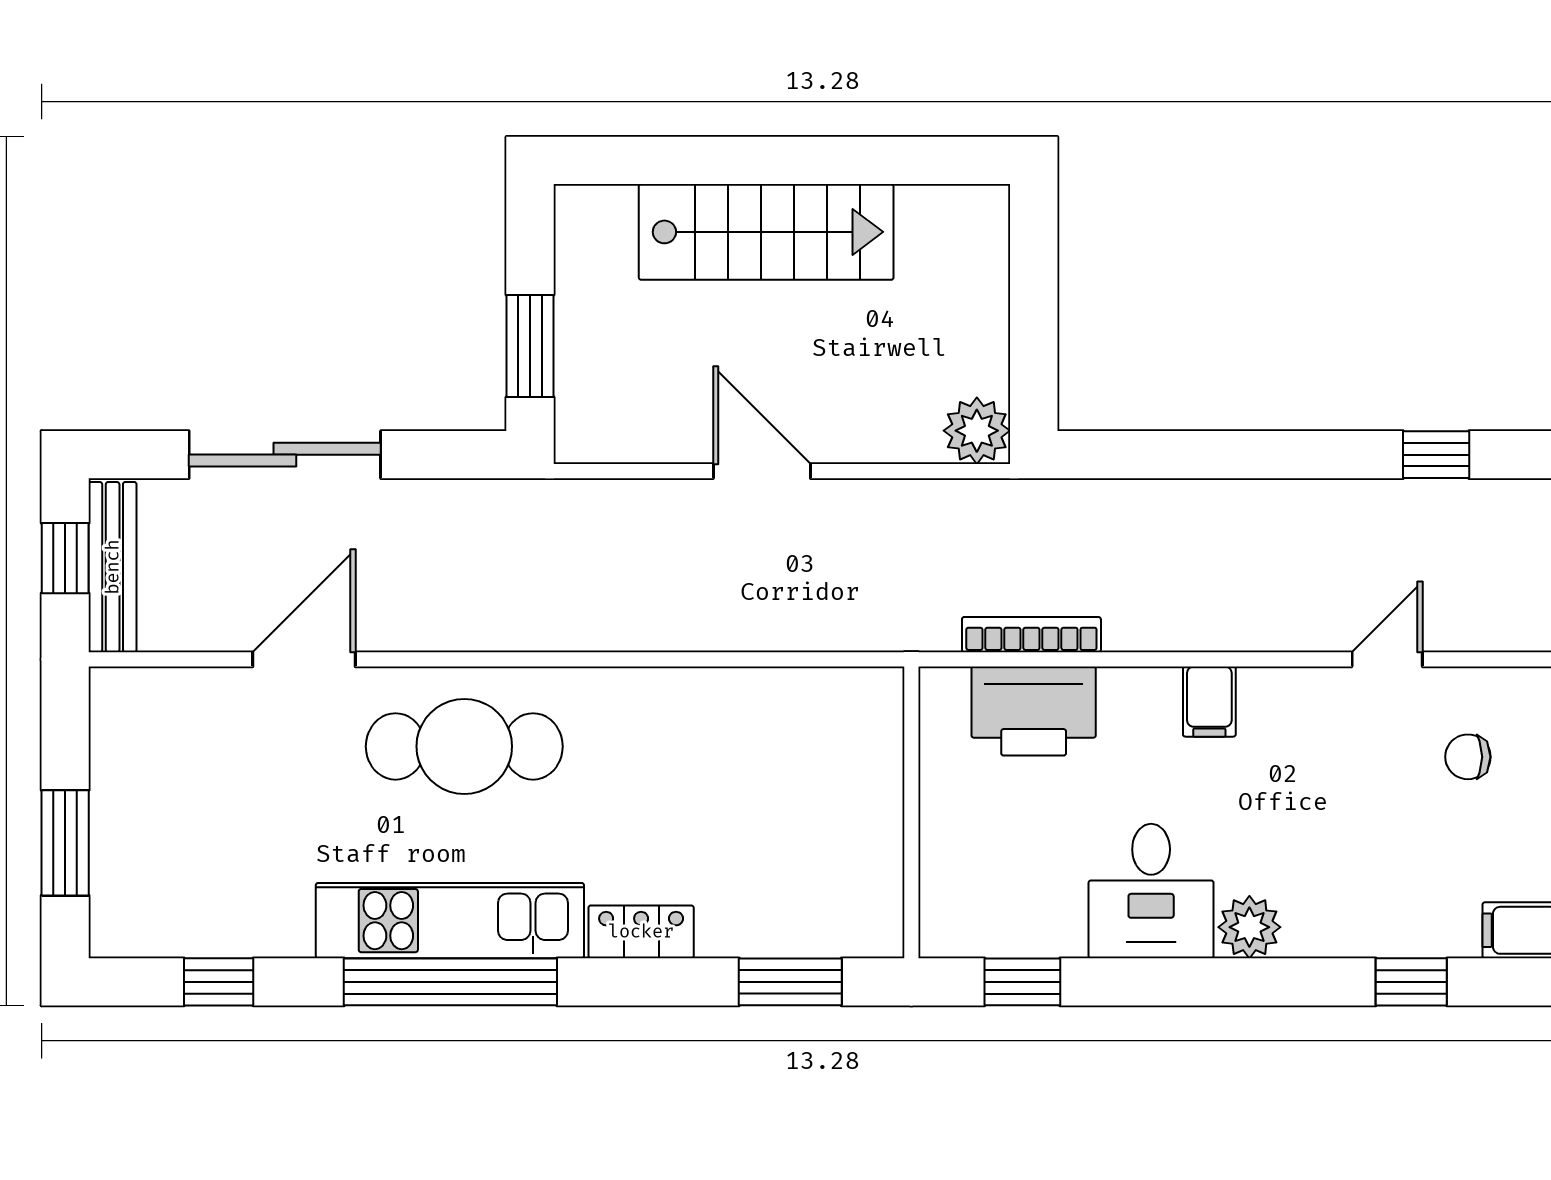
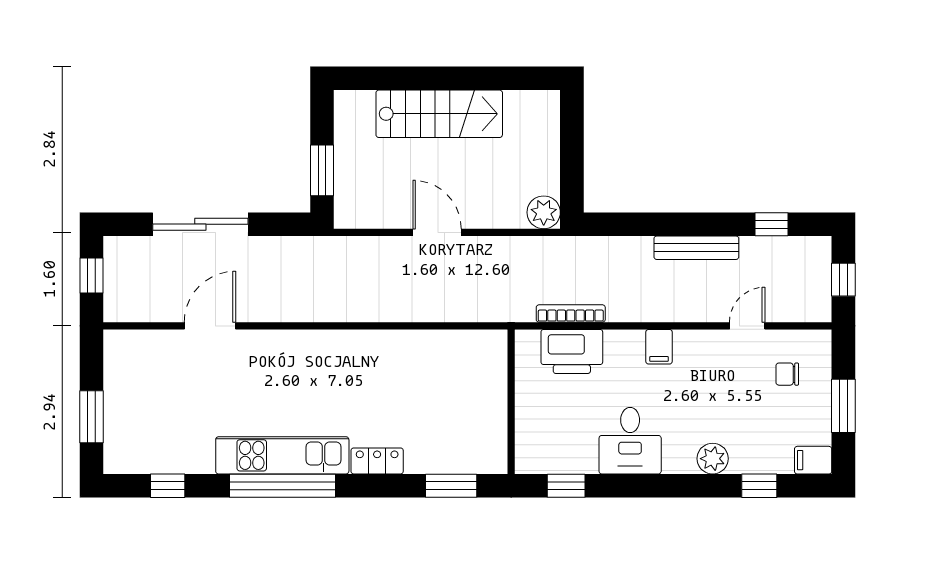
bench: (113, 567) -> (696, 248), moved, turned 90
cafe table: (464, 746) -> (289, 369), removed
plant: (1249, 927) -> (713, 459), moved

